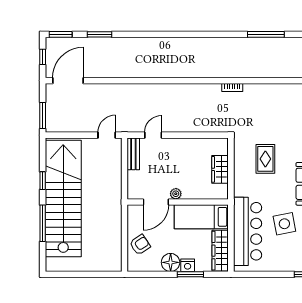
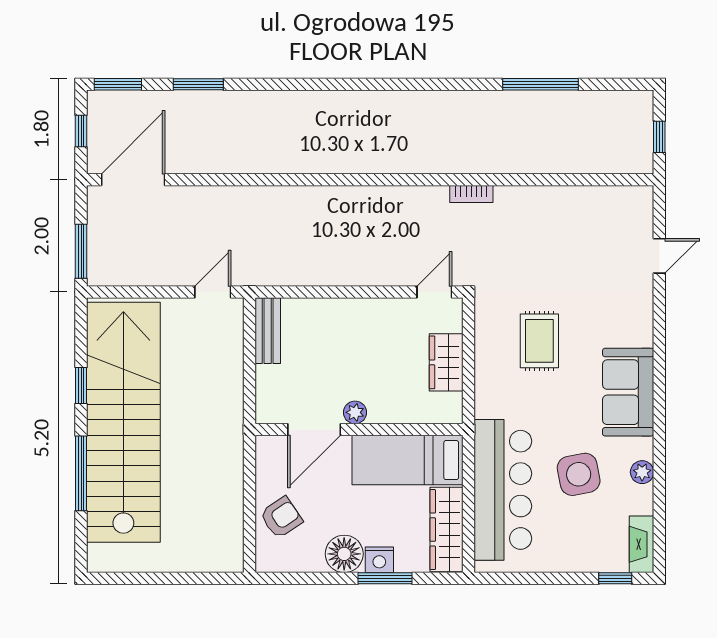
door: (153, 135) -> (434, 292), moved

